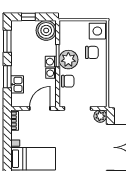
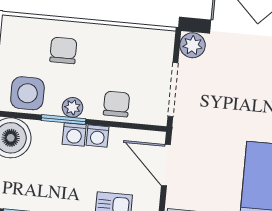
side table: (97, 31) -> (27, 93), moved
plant: (68, 60) -> (73, 107), width x0.53, depth x0.53

